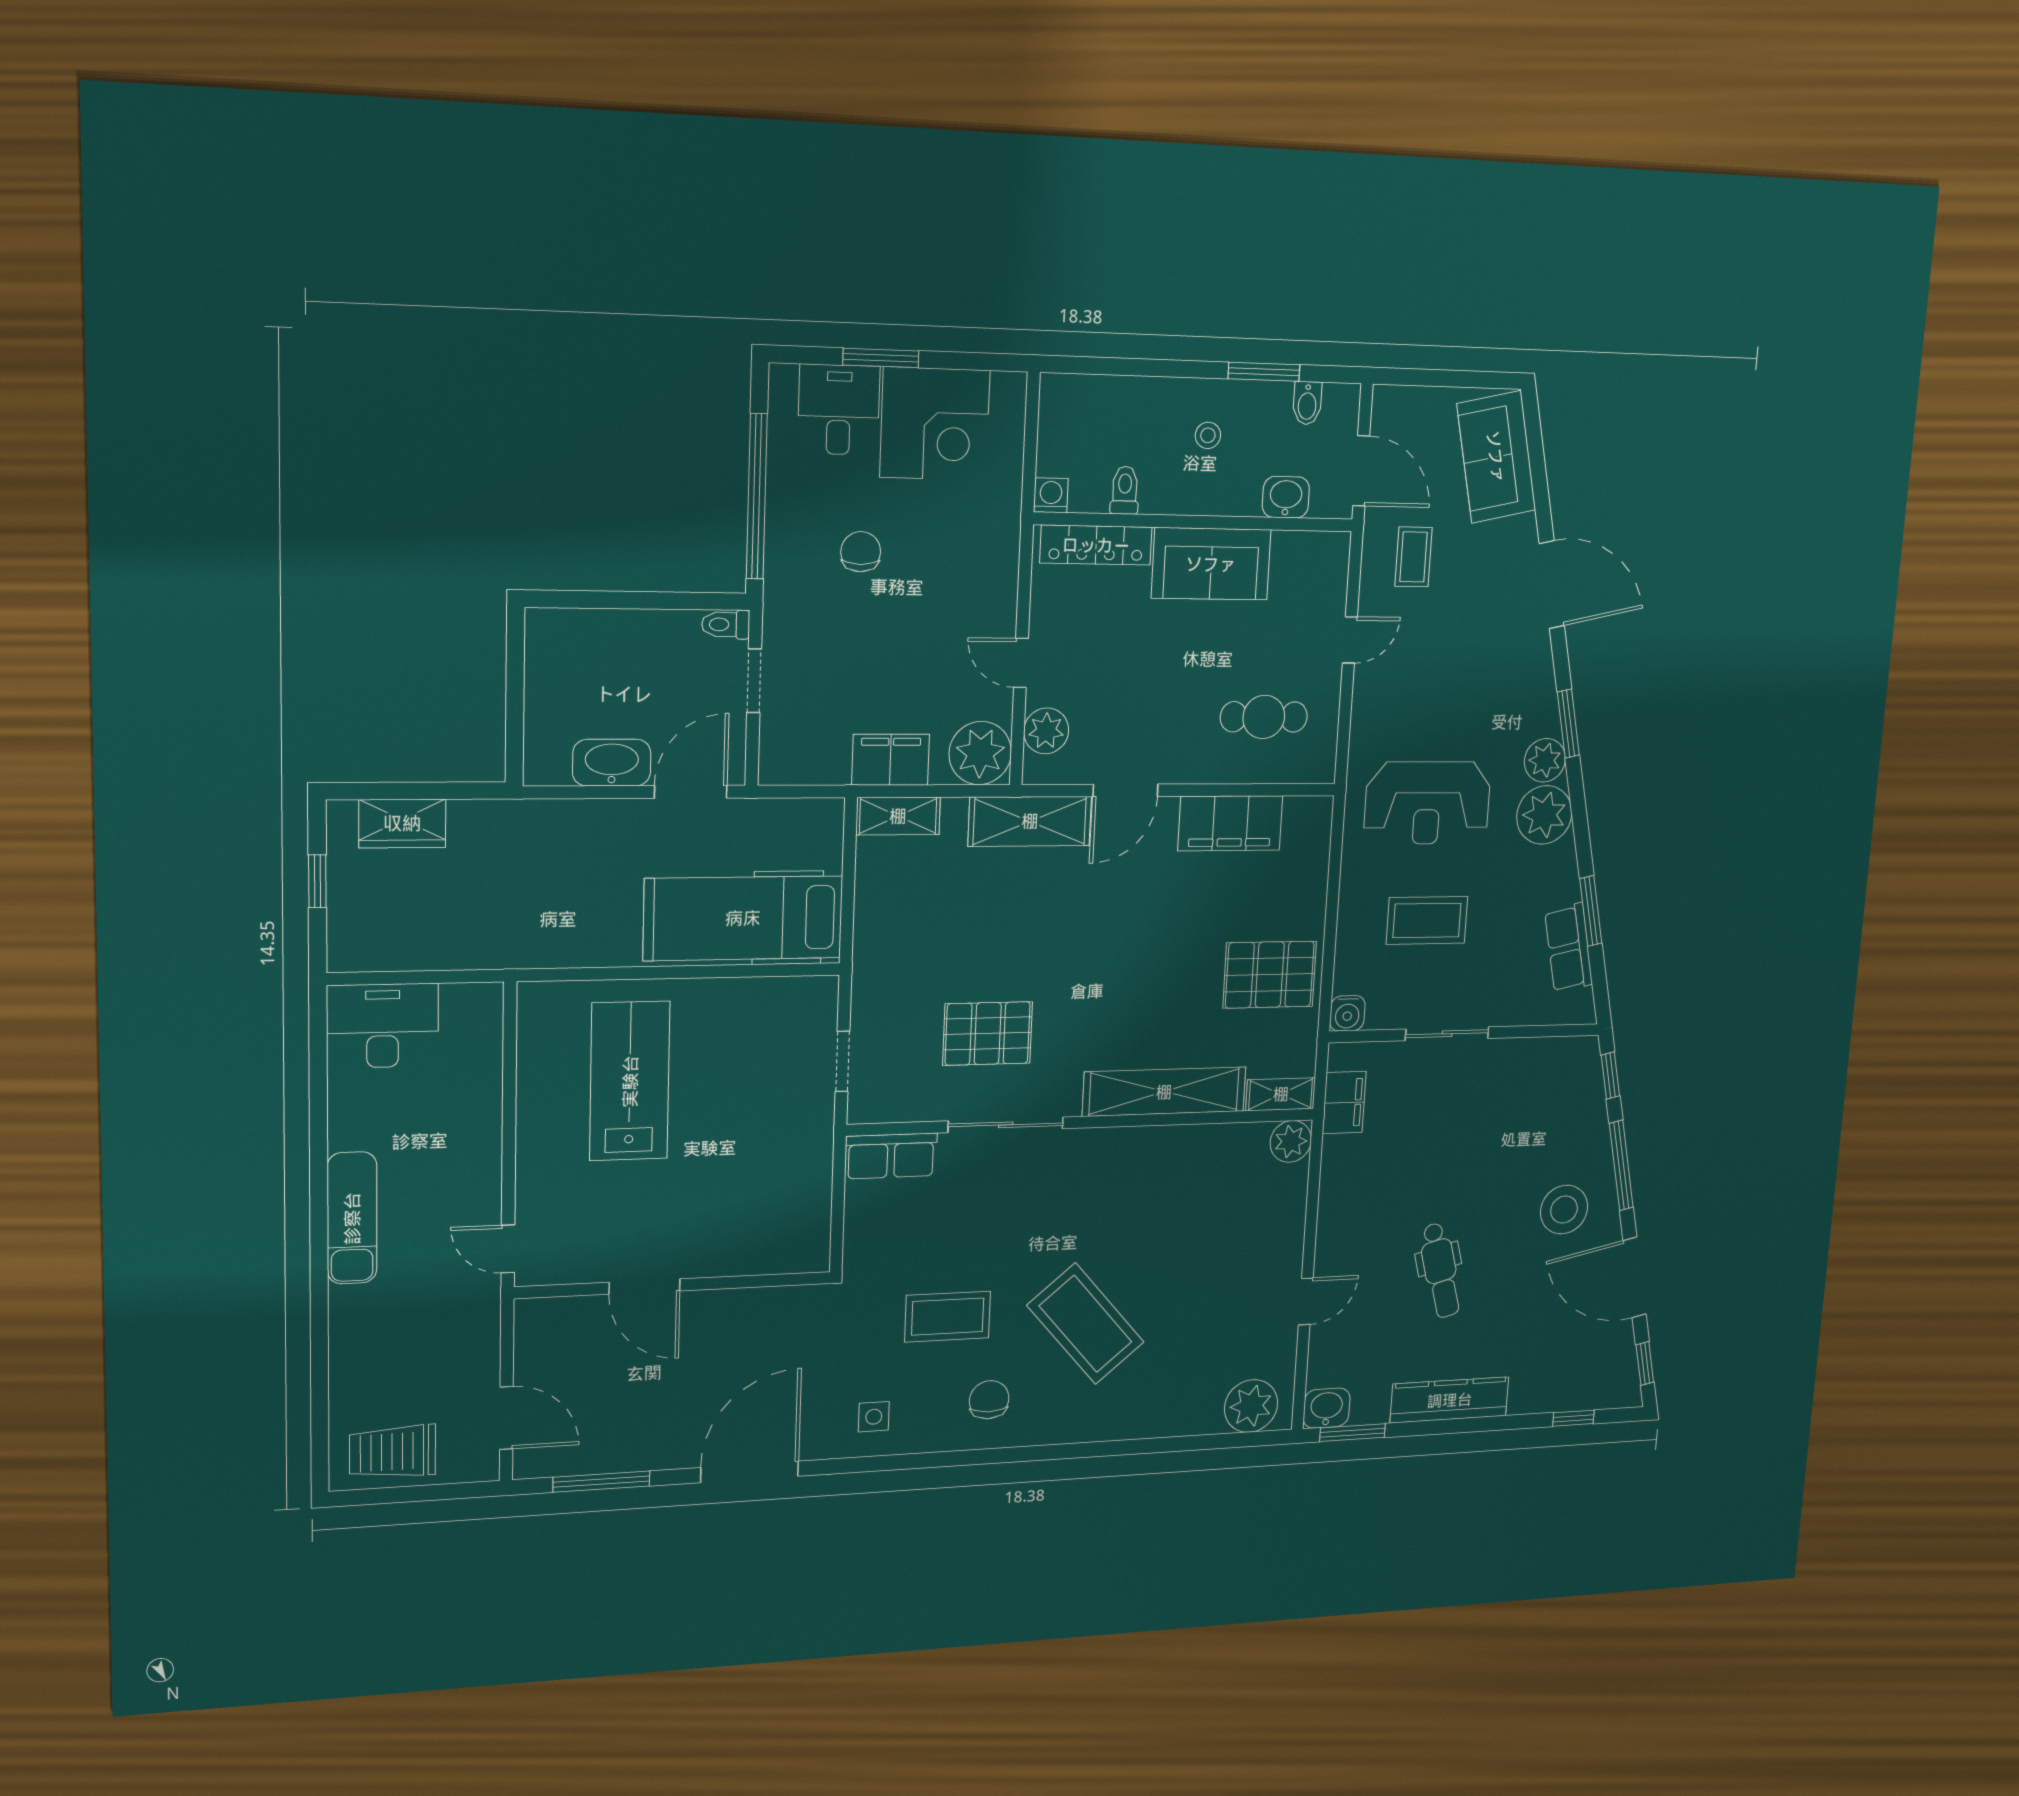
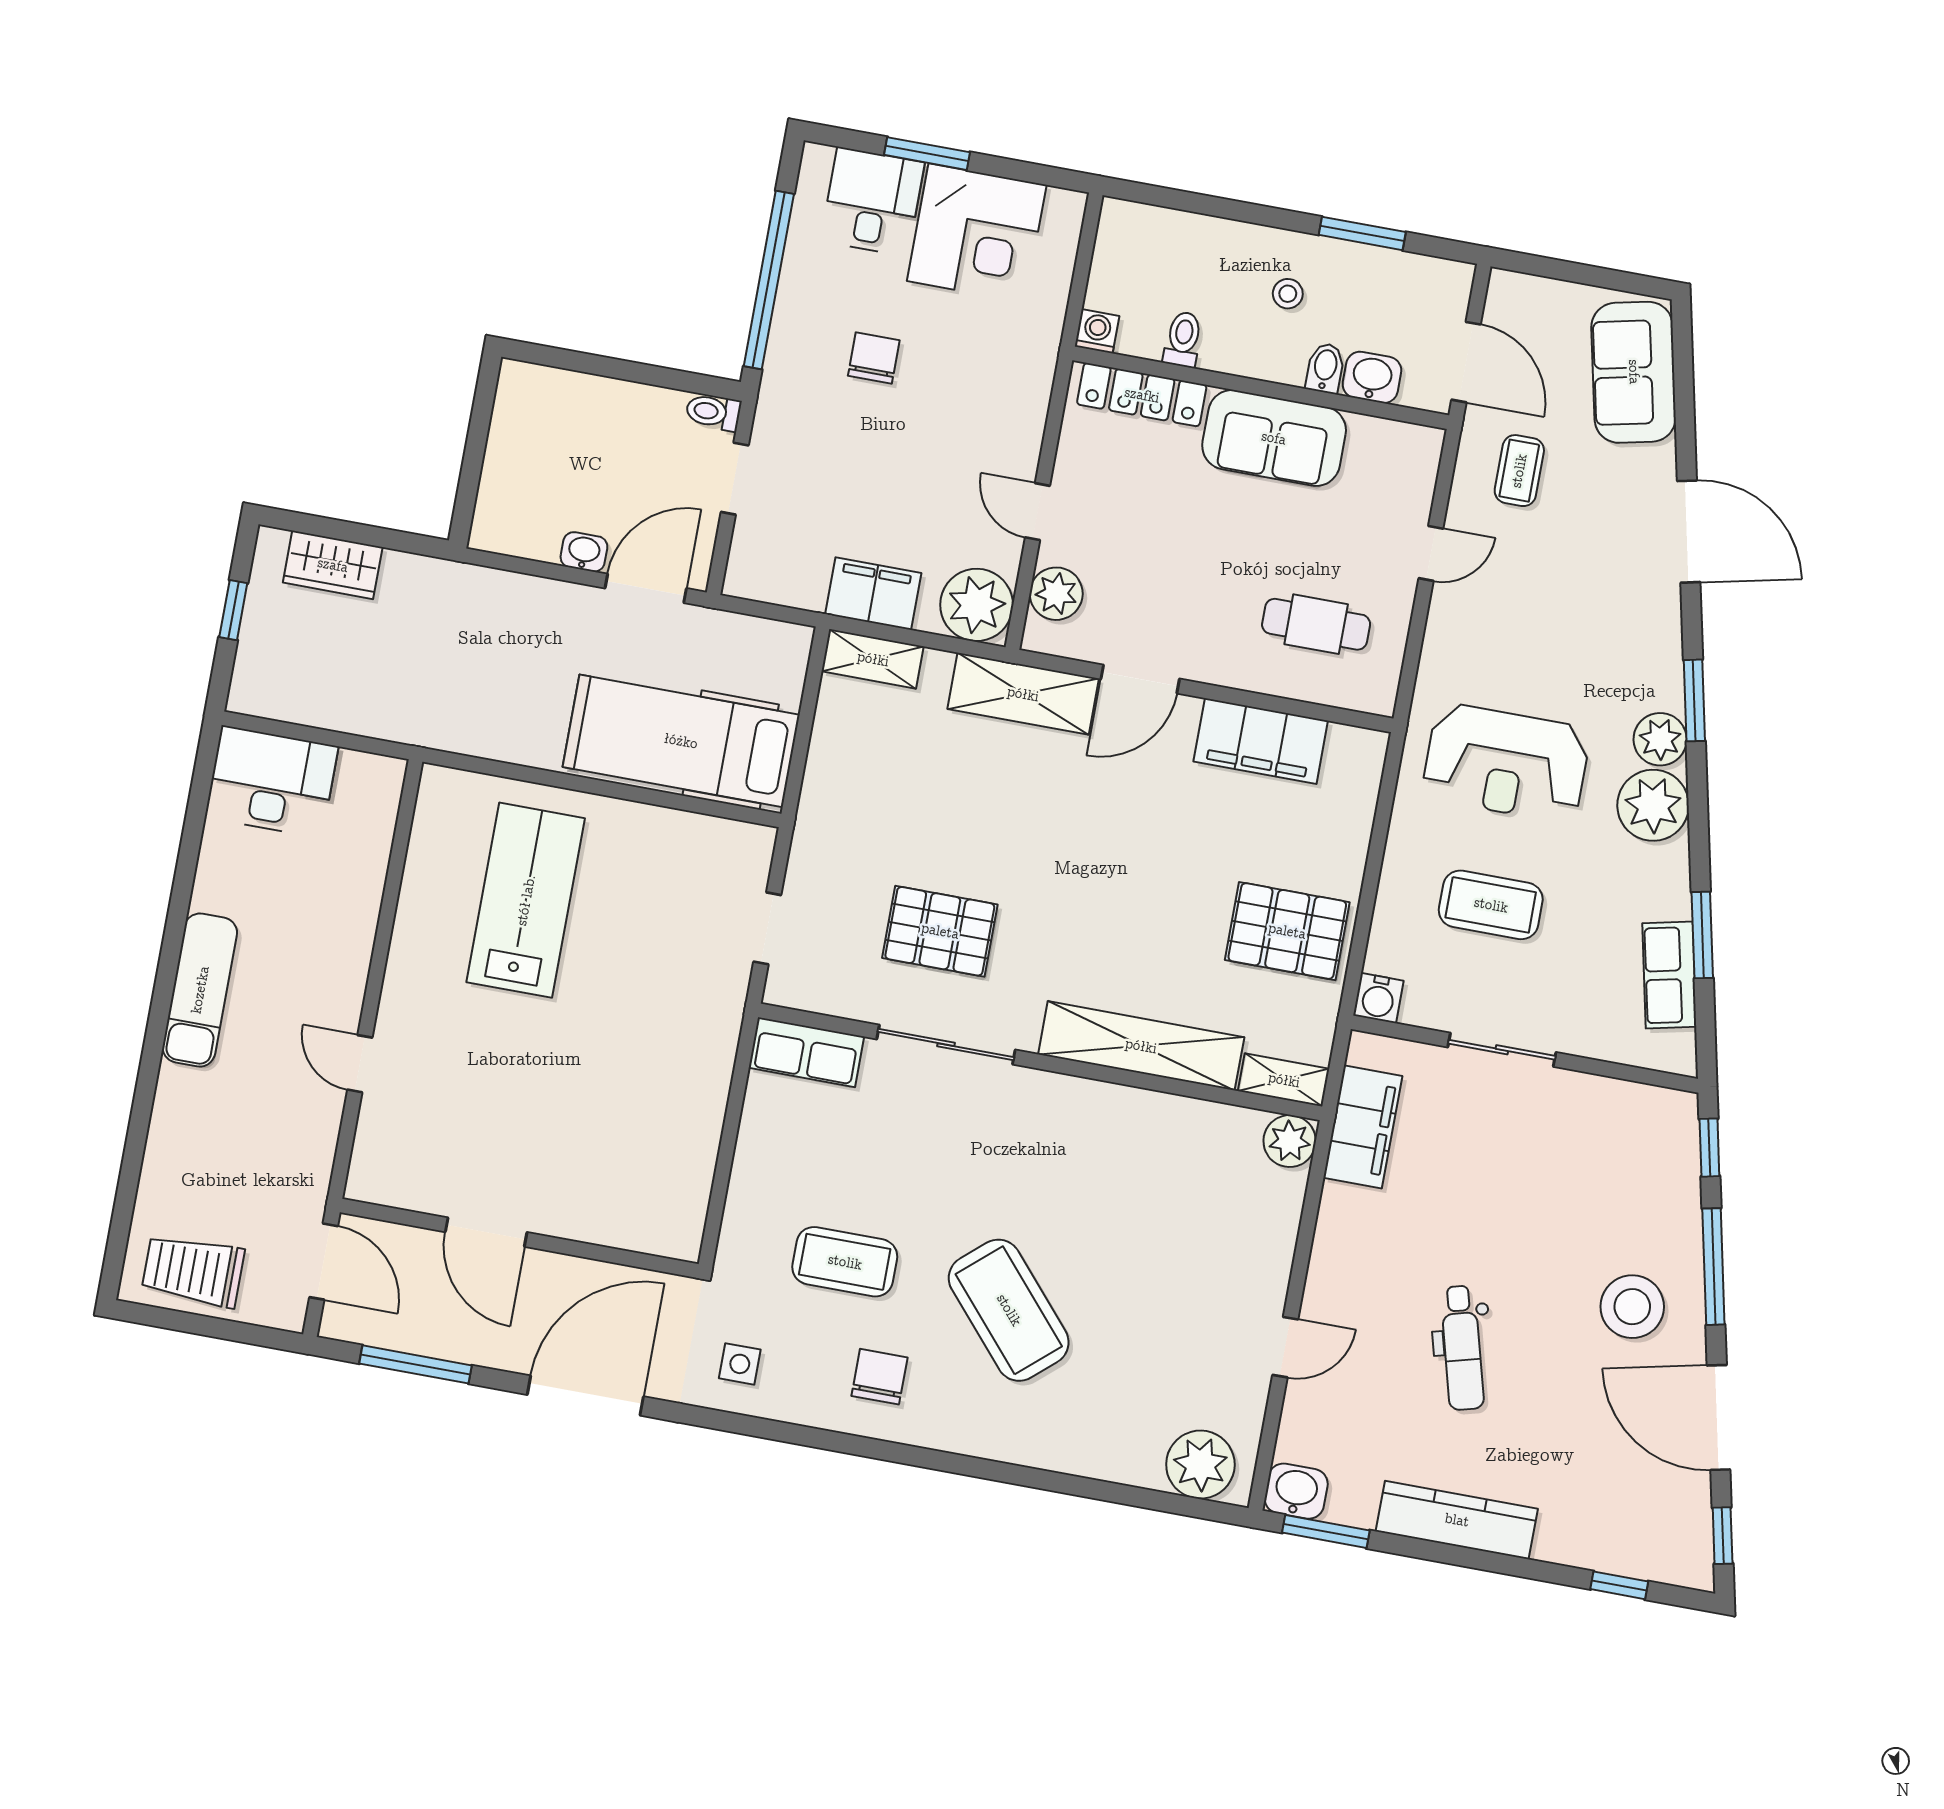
bidet: (1307, 403) -> (1325, 368), moved, turned 180
washbasin: (612, 763) -> (584, 552), width x0.52, depth x0.69
filing cabinet: (1344, 1103) -> (1363, 1127), width x1.50, depth x1.17
wall: (674, 1285) -> (519, 1238), moved
door: (645, 1287) -> (486, 1232), moved

